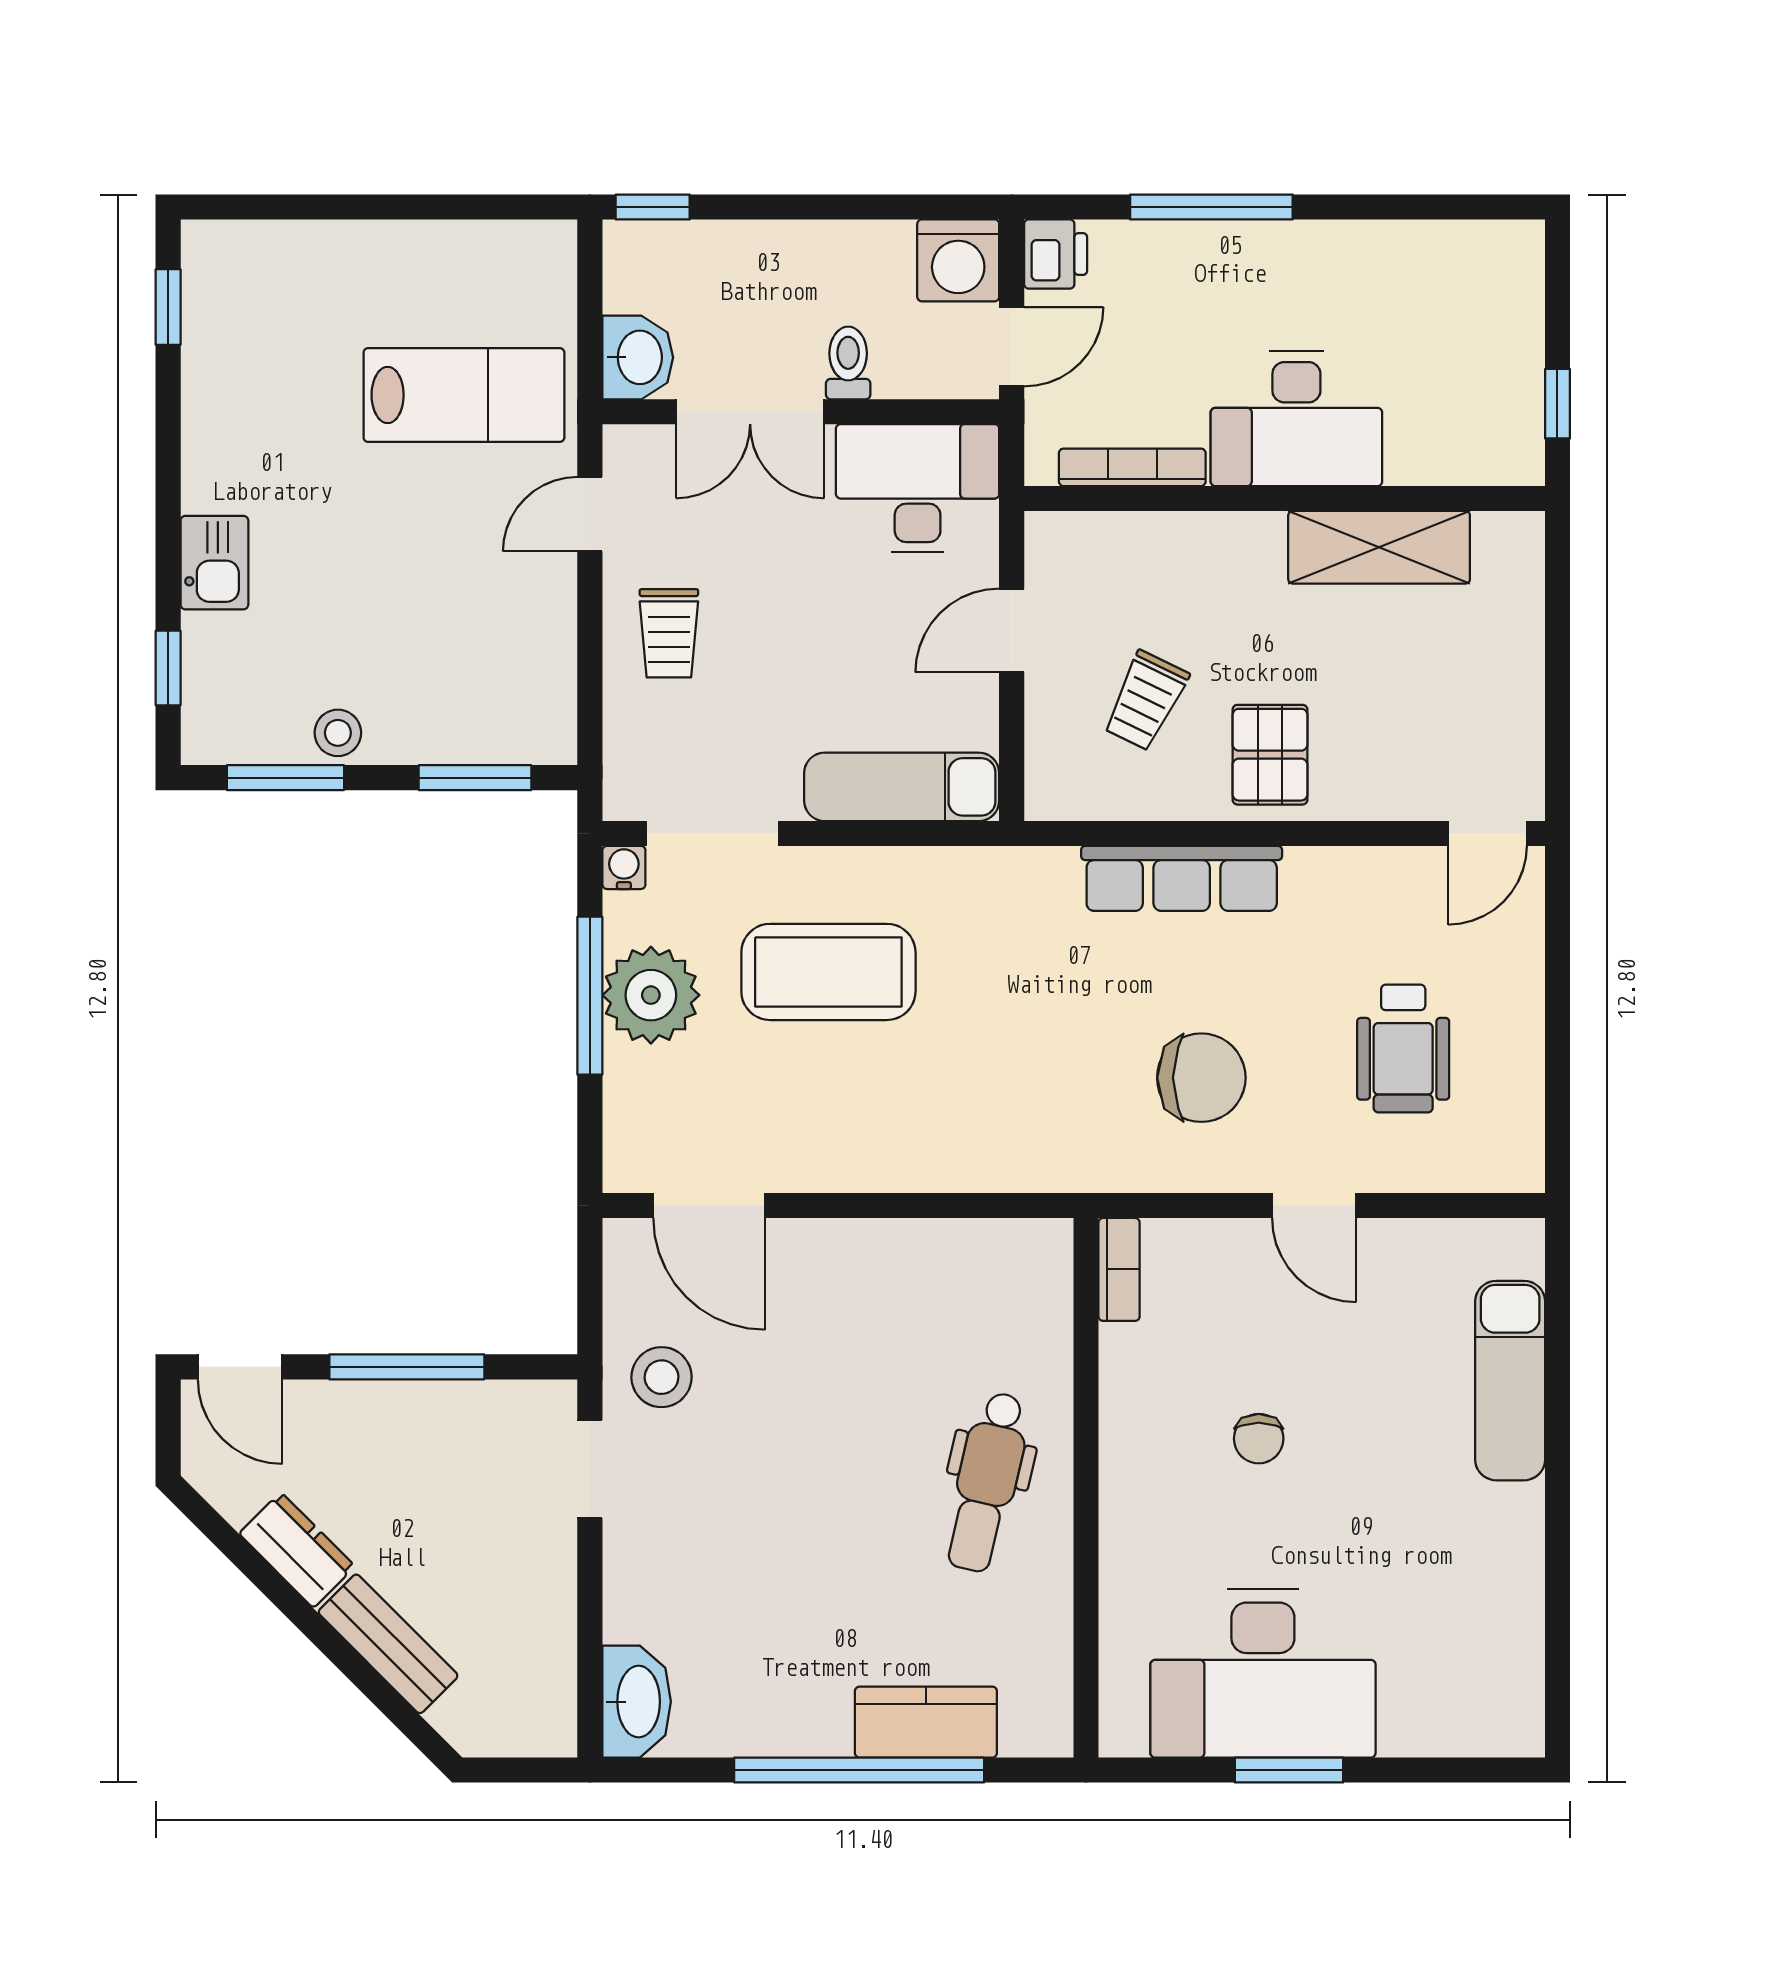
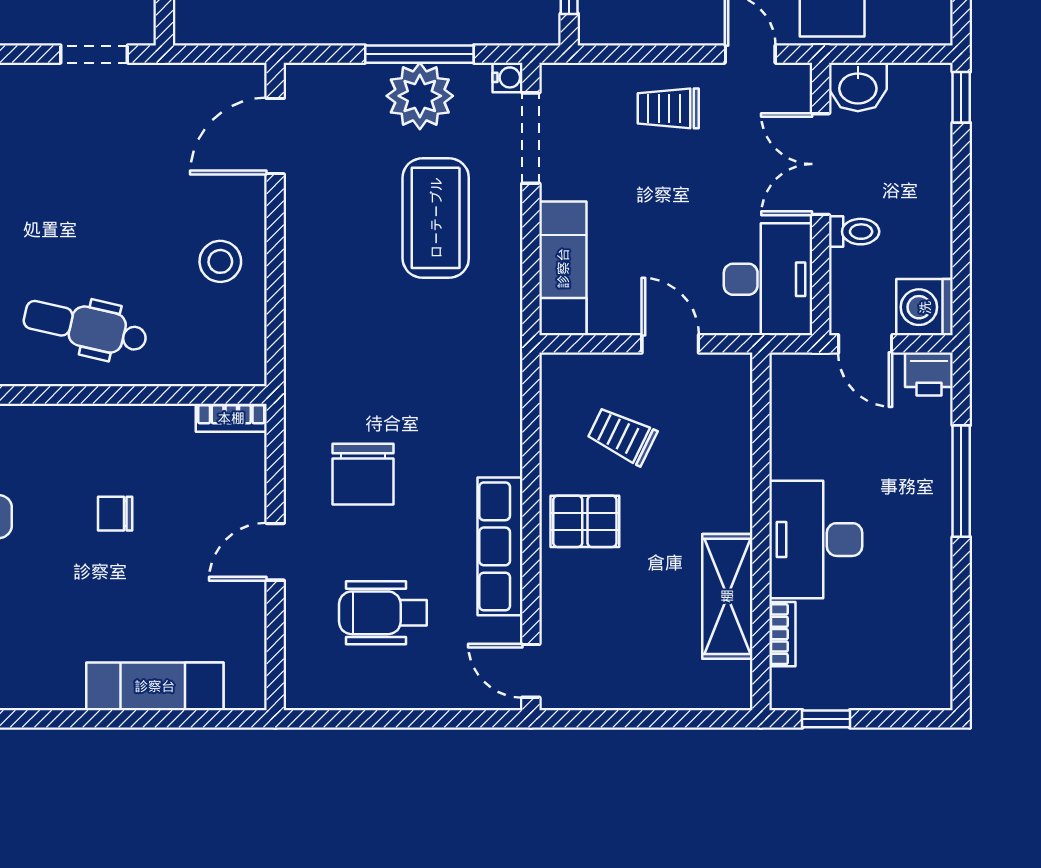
bookcase: (1132, 467) -> (782, 634), moved, width x0.64
row of seats: (1182, 878) -> (500, 546), moved
stool: (662, 1377) -> (220, 261), moved

